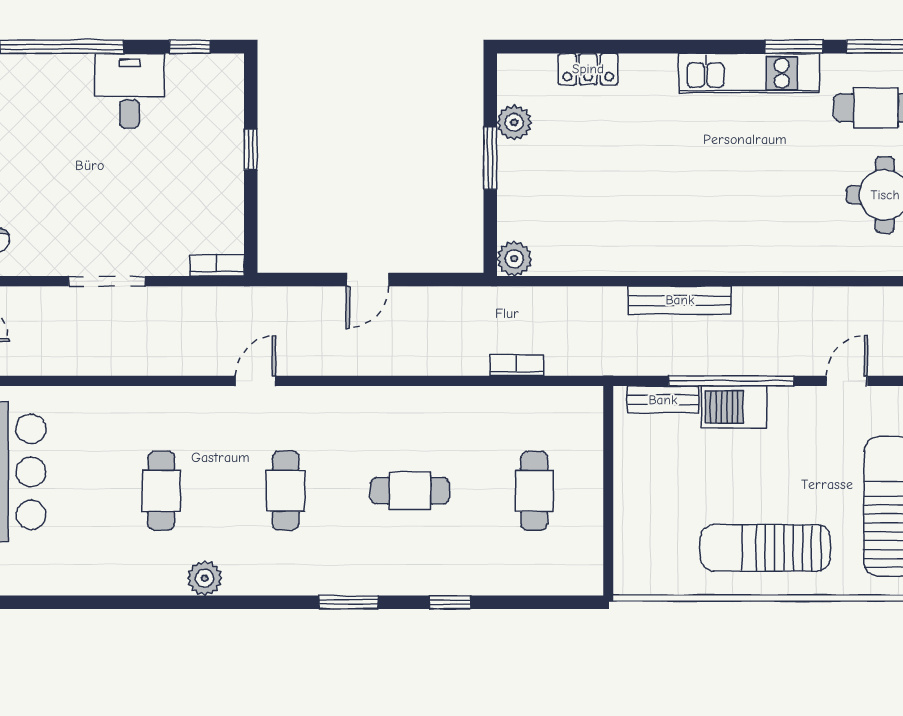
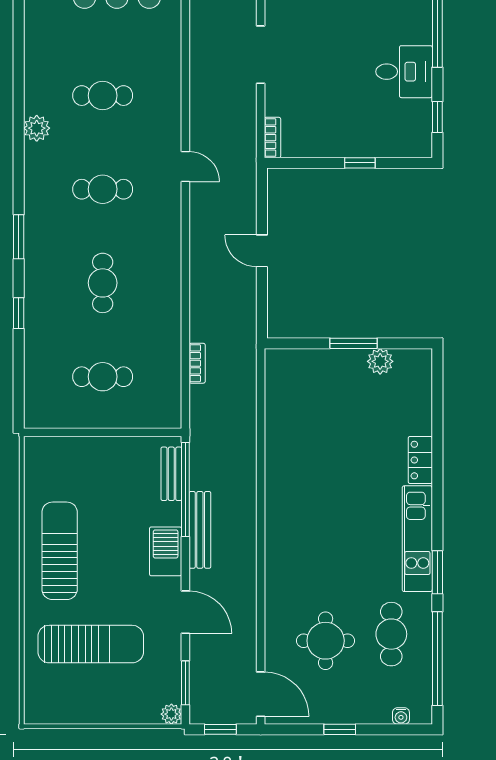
locker: (588, 69) -> (420, 460), moved
plant: (514, 259) -> (277, 362), removed
bench: (680, 300) -> (200, 530), moved
window: (731, 381) -> (185, 489), moved
door: (847, 381) -> (185, 612), width x1.38
barbecue: (734, 407) -> (166, 551), moved

